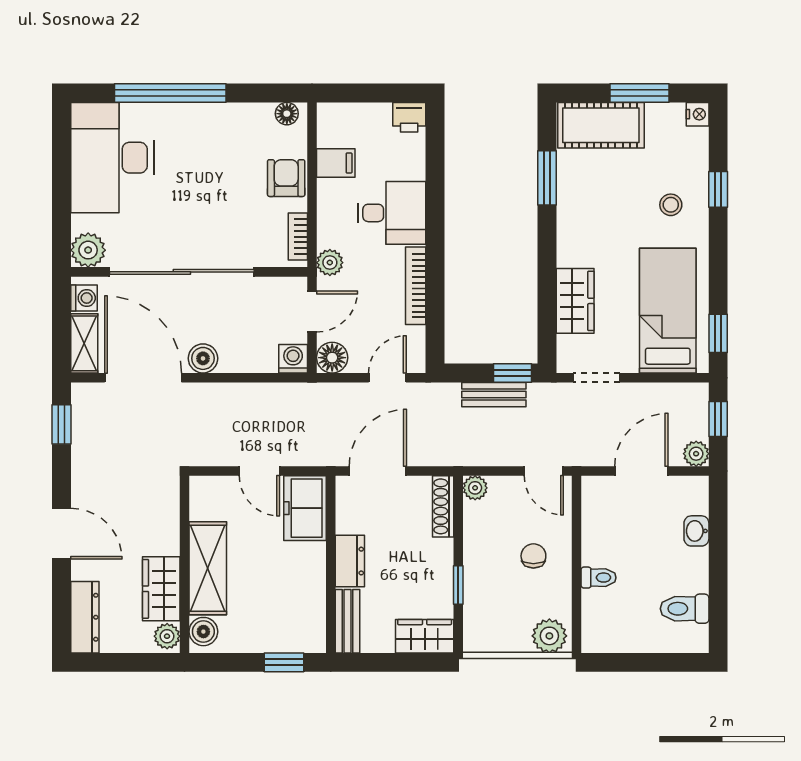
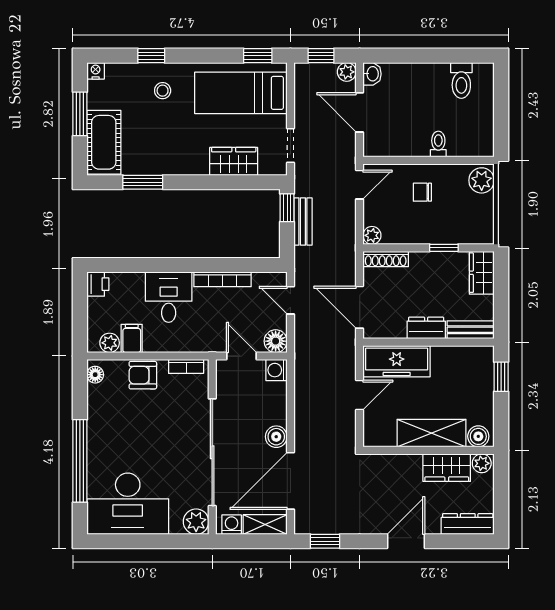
plant: (330, 263) -> (110, 343), moved
freezer: (305, 508) -> (397, 361), width x1.40
washbasin: (696, 531) -> (372, 74), moved, turned -90

